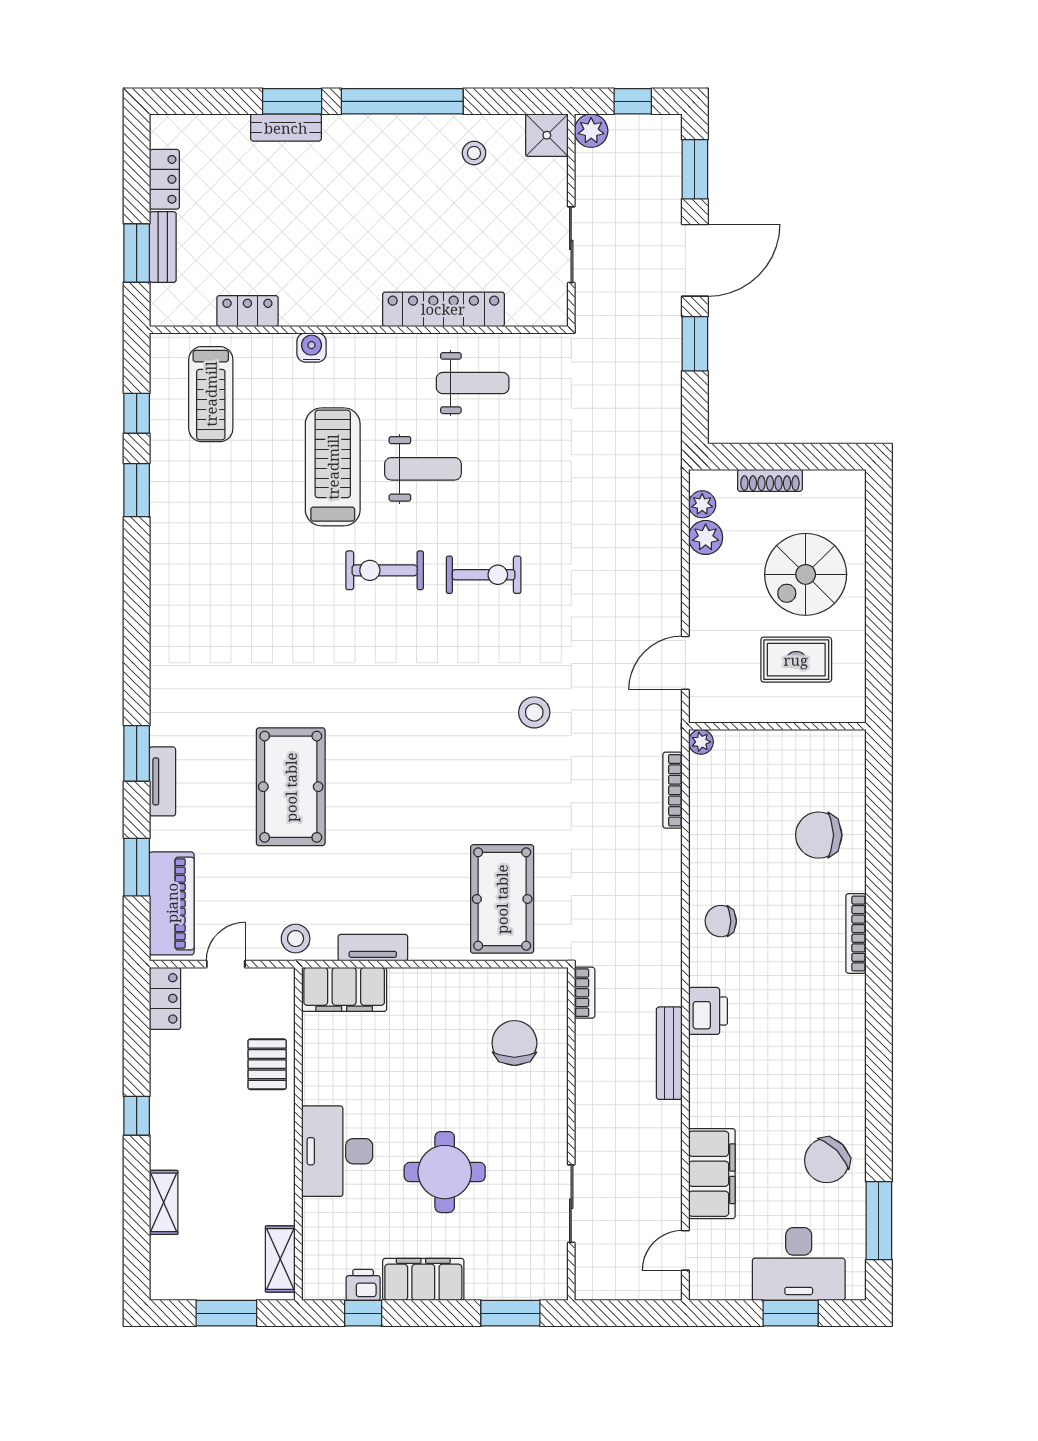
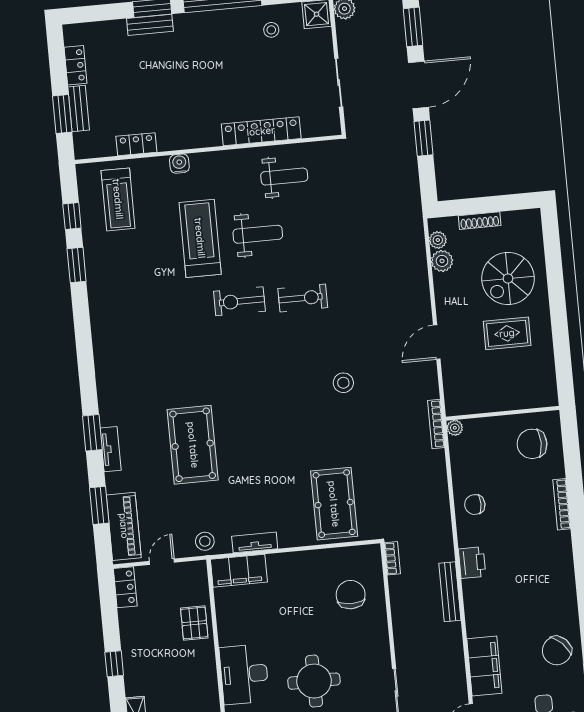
wall: (777, 726) -> (503, 413), moved
plant: (701, 742) -> (455, 428), moved

